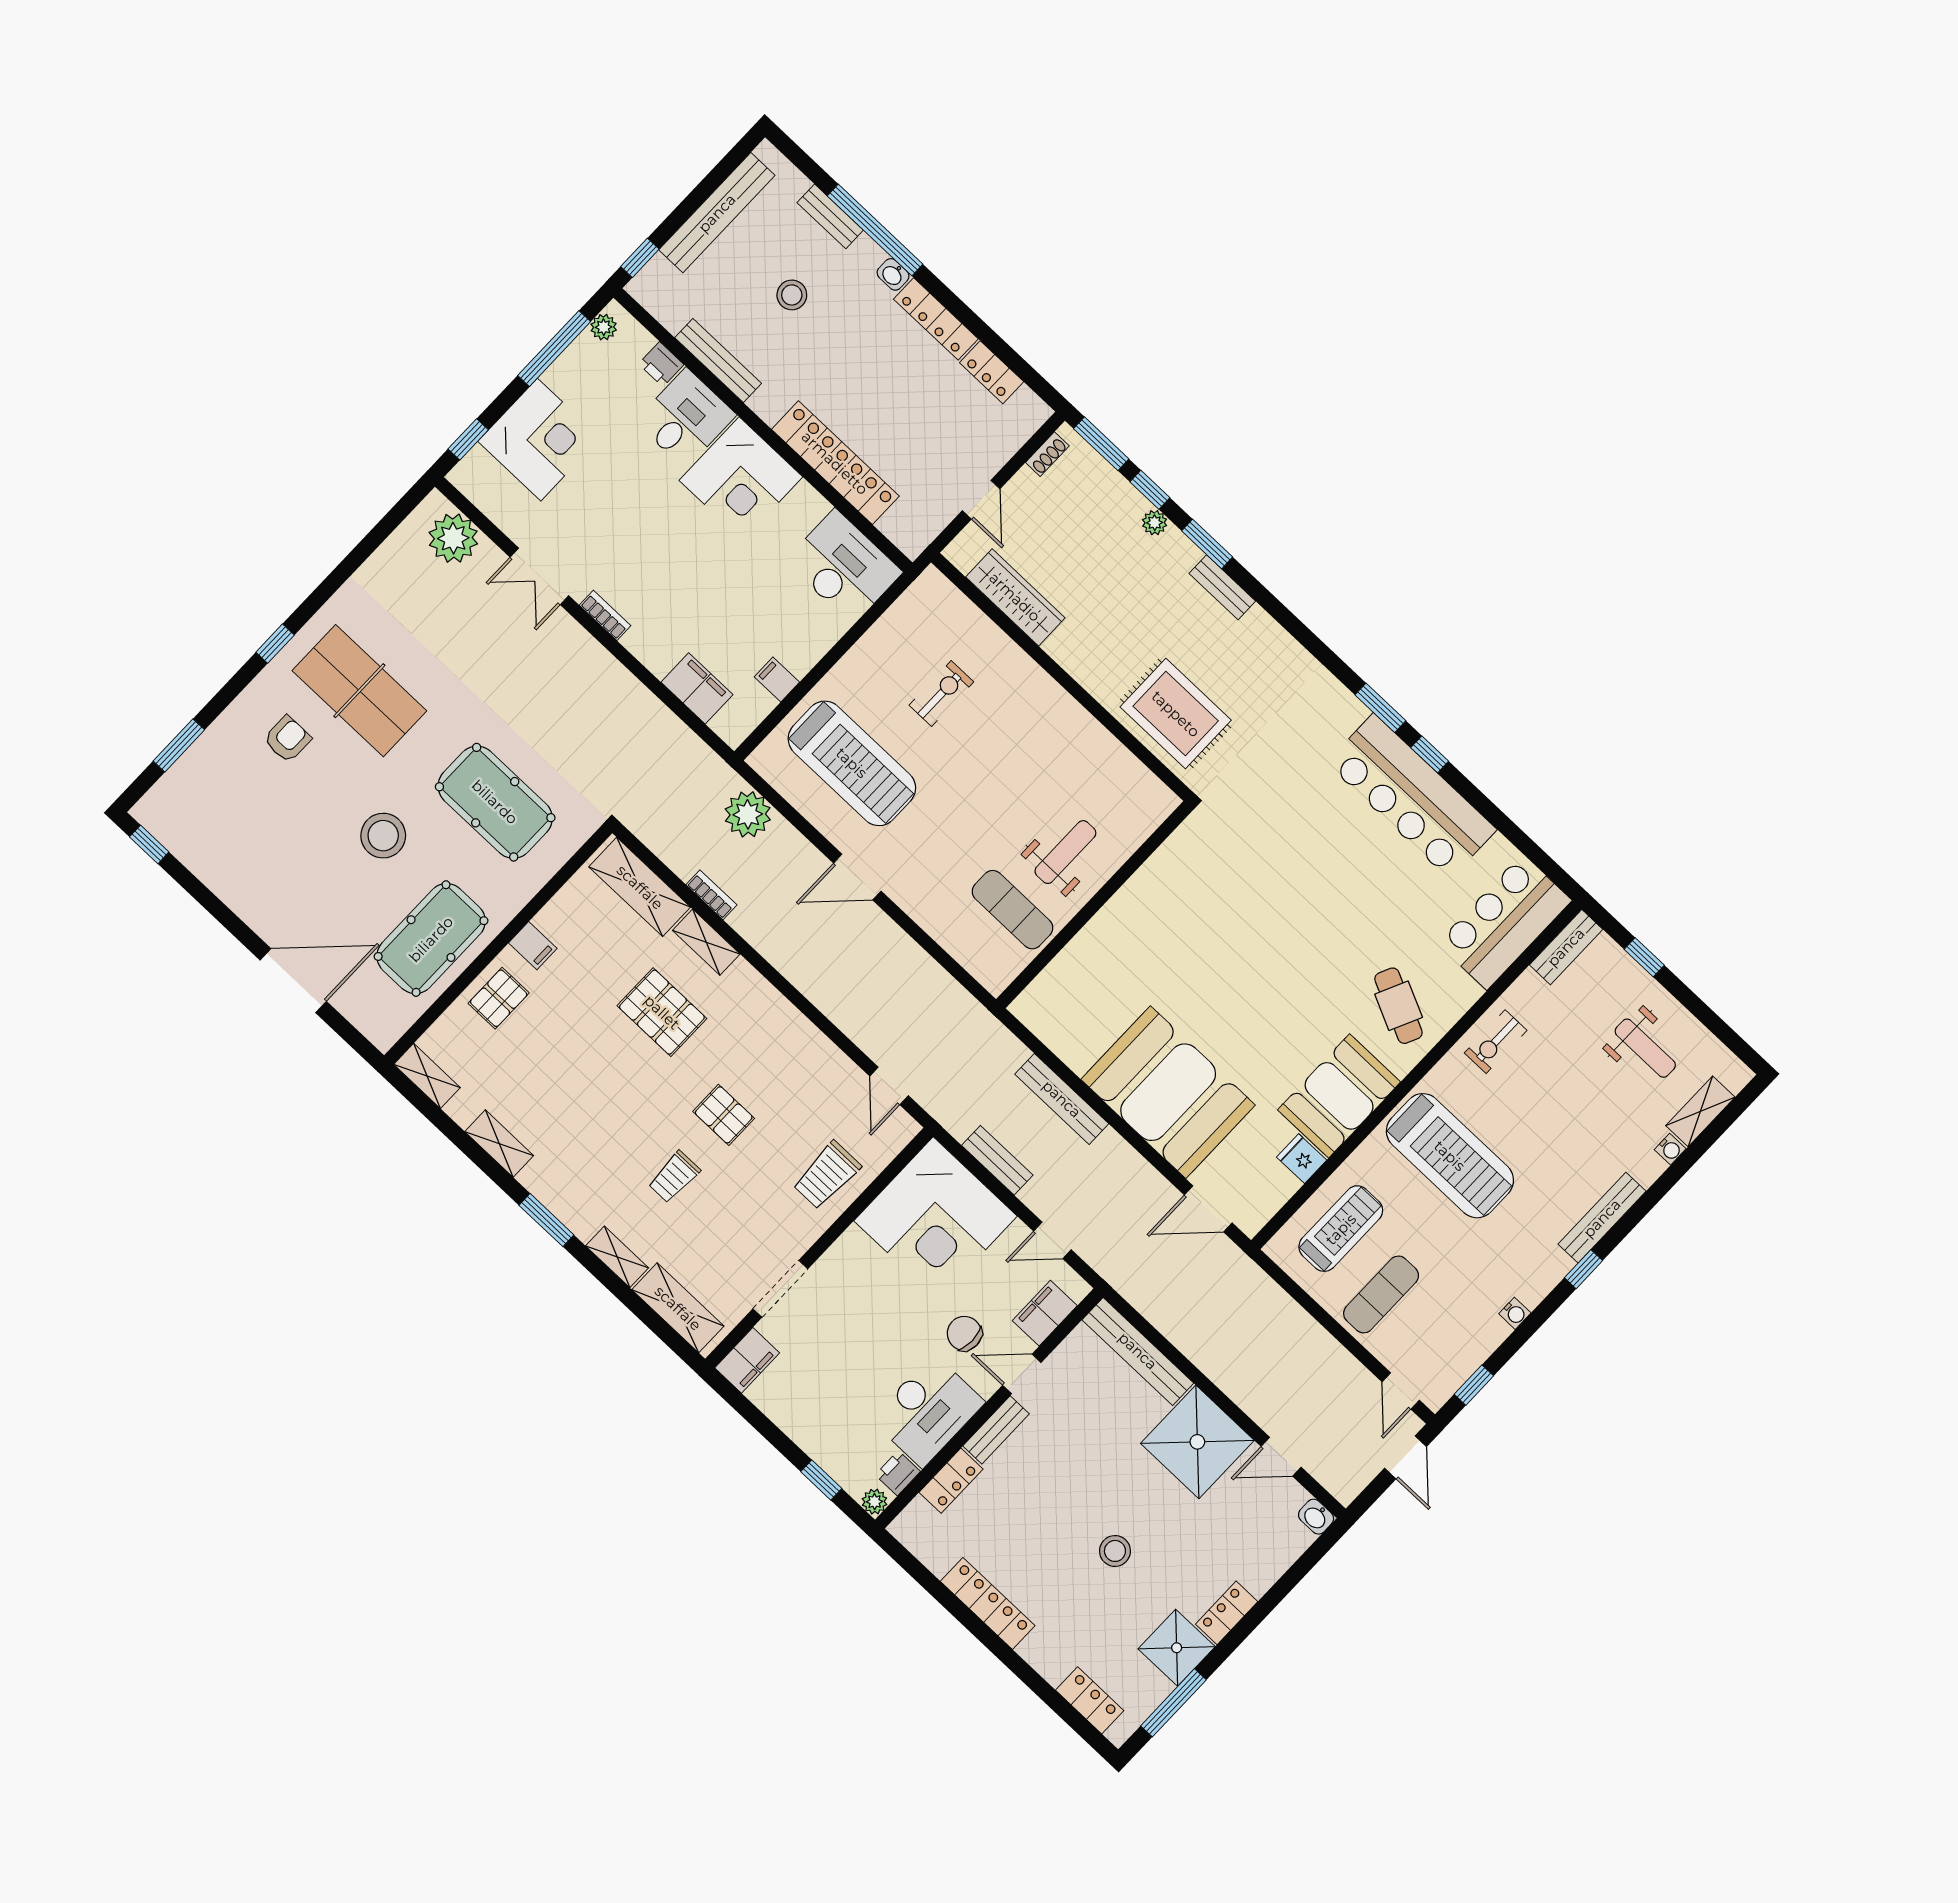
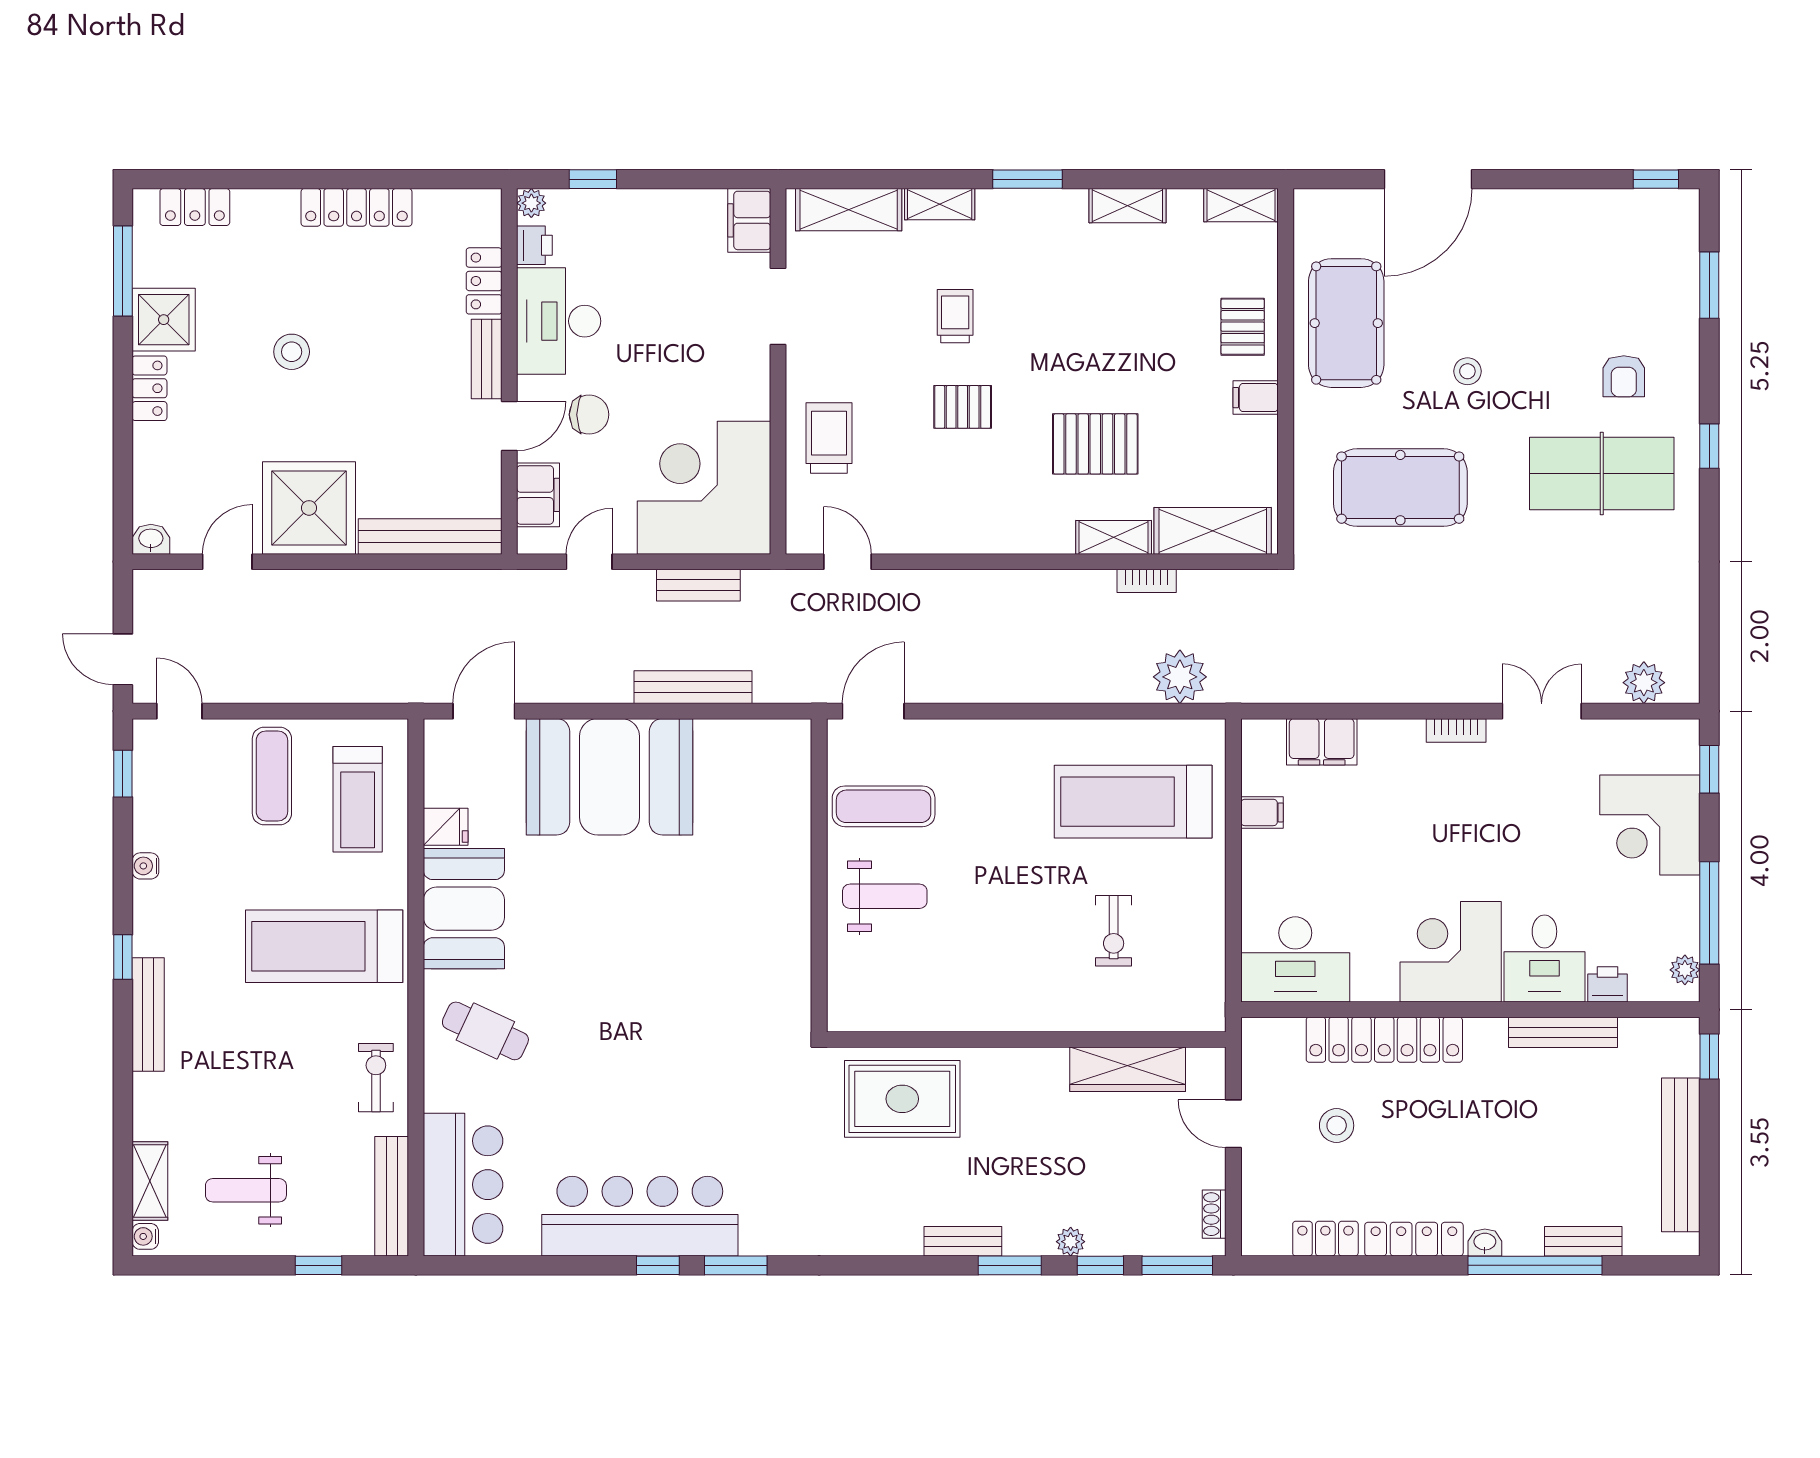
stool: (792, 295) -> (1337, 1125), moved
plant: (453, 538) -> (1644, 683), width x0.73, depth x0.73
stool: (383, 836) -> (1467, 371), width x0.53, depth x0.53
weight bench: (1065, 852) -> (885, 896), turned -90
door: (857, 877) -> (873, 711), moved
bench: (1566, 947) -> (392, 1196), width x1.36
water cooler: (1670, 1149) -> (145, 1236), moved

